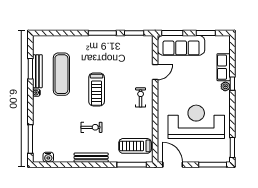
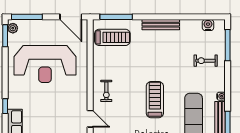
door: (155, 72) -> (90, 119), swing flipped
plant: (225, 86) -> (13, 28), moved
exercise bike: (91, 127) -> (206, 61), moved

